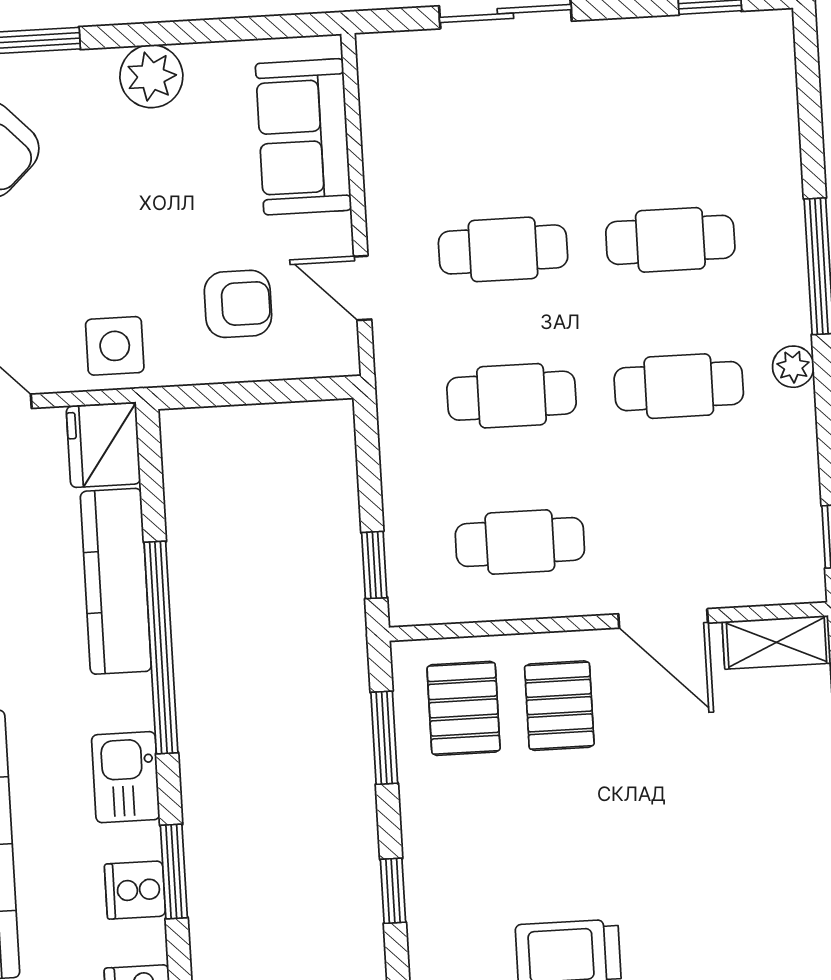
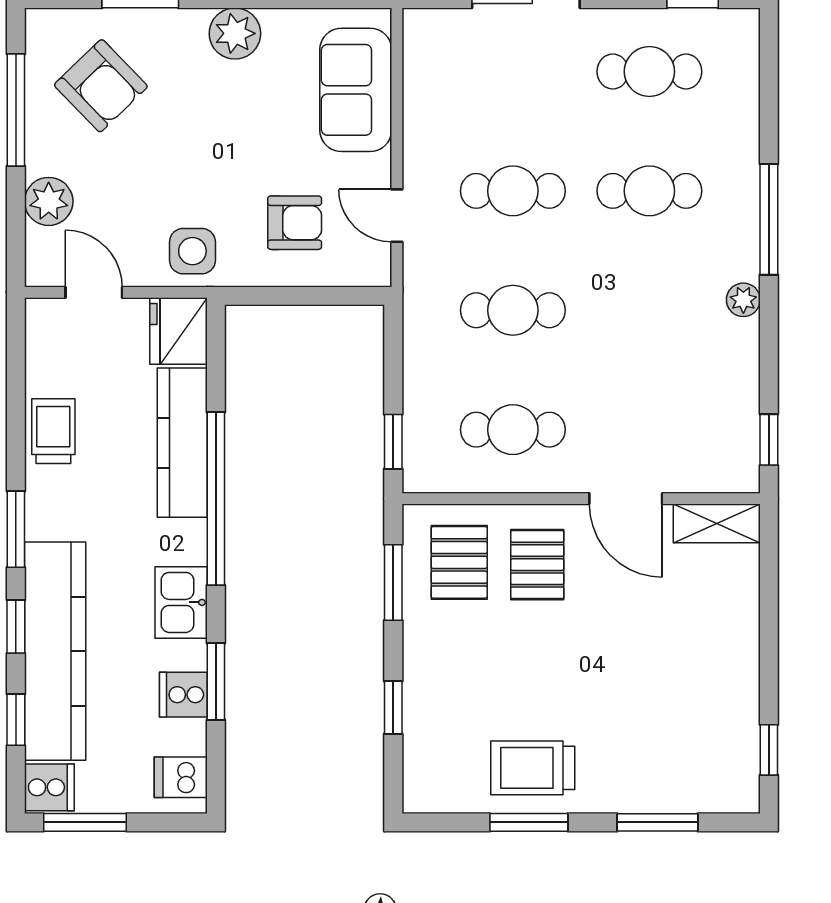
cafe table: (679, 386) -> (649, 72), moved

